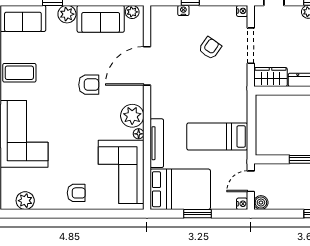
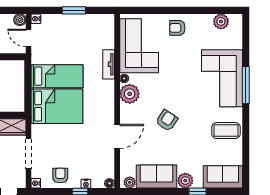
floor lamp: (156, 11) -> (109, 183), added
armchair: (210, 48) -> (60, 175), moved, turned 145
door: (147, 66) -> (117, 136), width x0.73
armchair: (89, 85) -> (167, 120), turned 123
tv unit: (157, 143) -> (109, 64), width x0.71
door: (251, 181) -> (28, 38), swing flipped
bed: (180, 189) -> (57, 106), moved, turned 180

